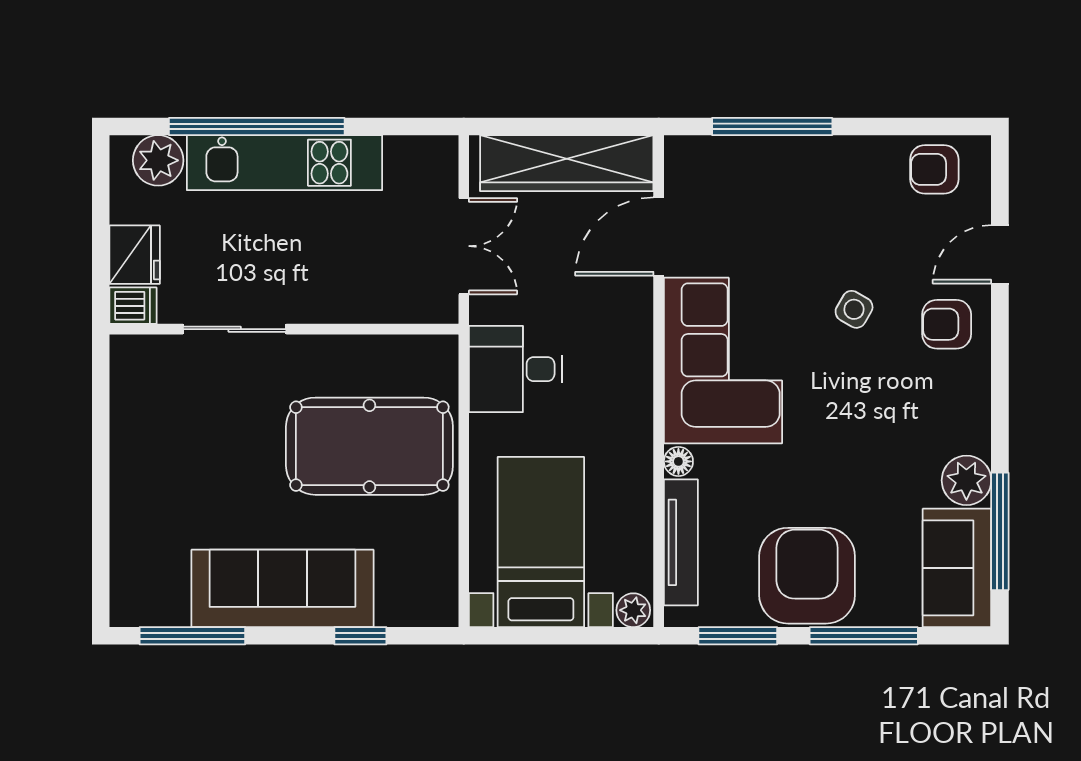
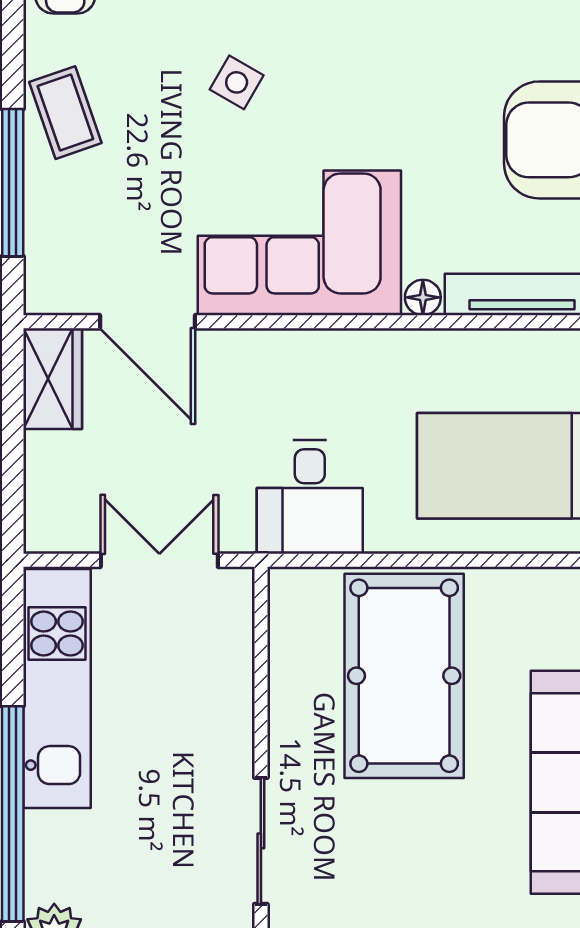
kitchen unit: (284, 163) -> (57, 689), moved
wardrobe: (567, 163) -> (53, 379), width x0.48, depth x0.85
coffee table: (829, 170) -> (65, 113), added

